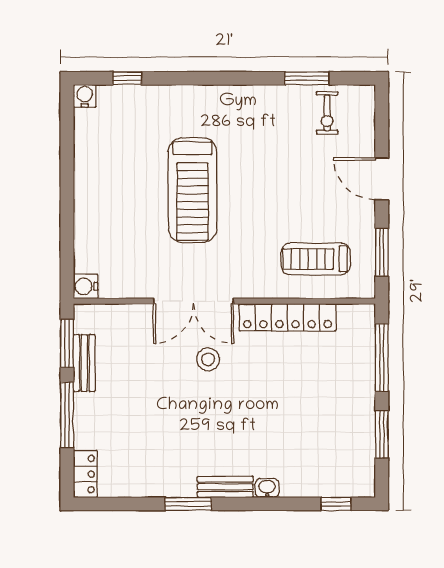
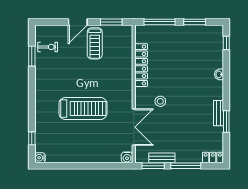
treadmill: (316, 259) -> (95, 43), moved
double door: (193, 301) -> (134, 127), moved
bench: (225, 487) -> (219, 113), moved
window: (188, 504) -> (226, 122), moved

